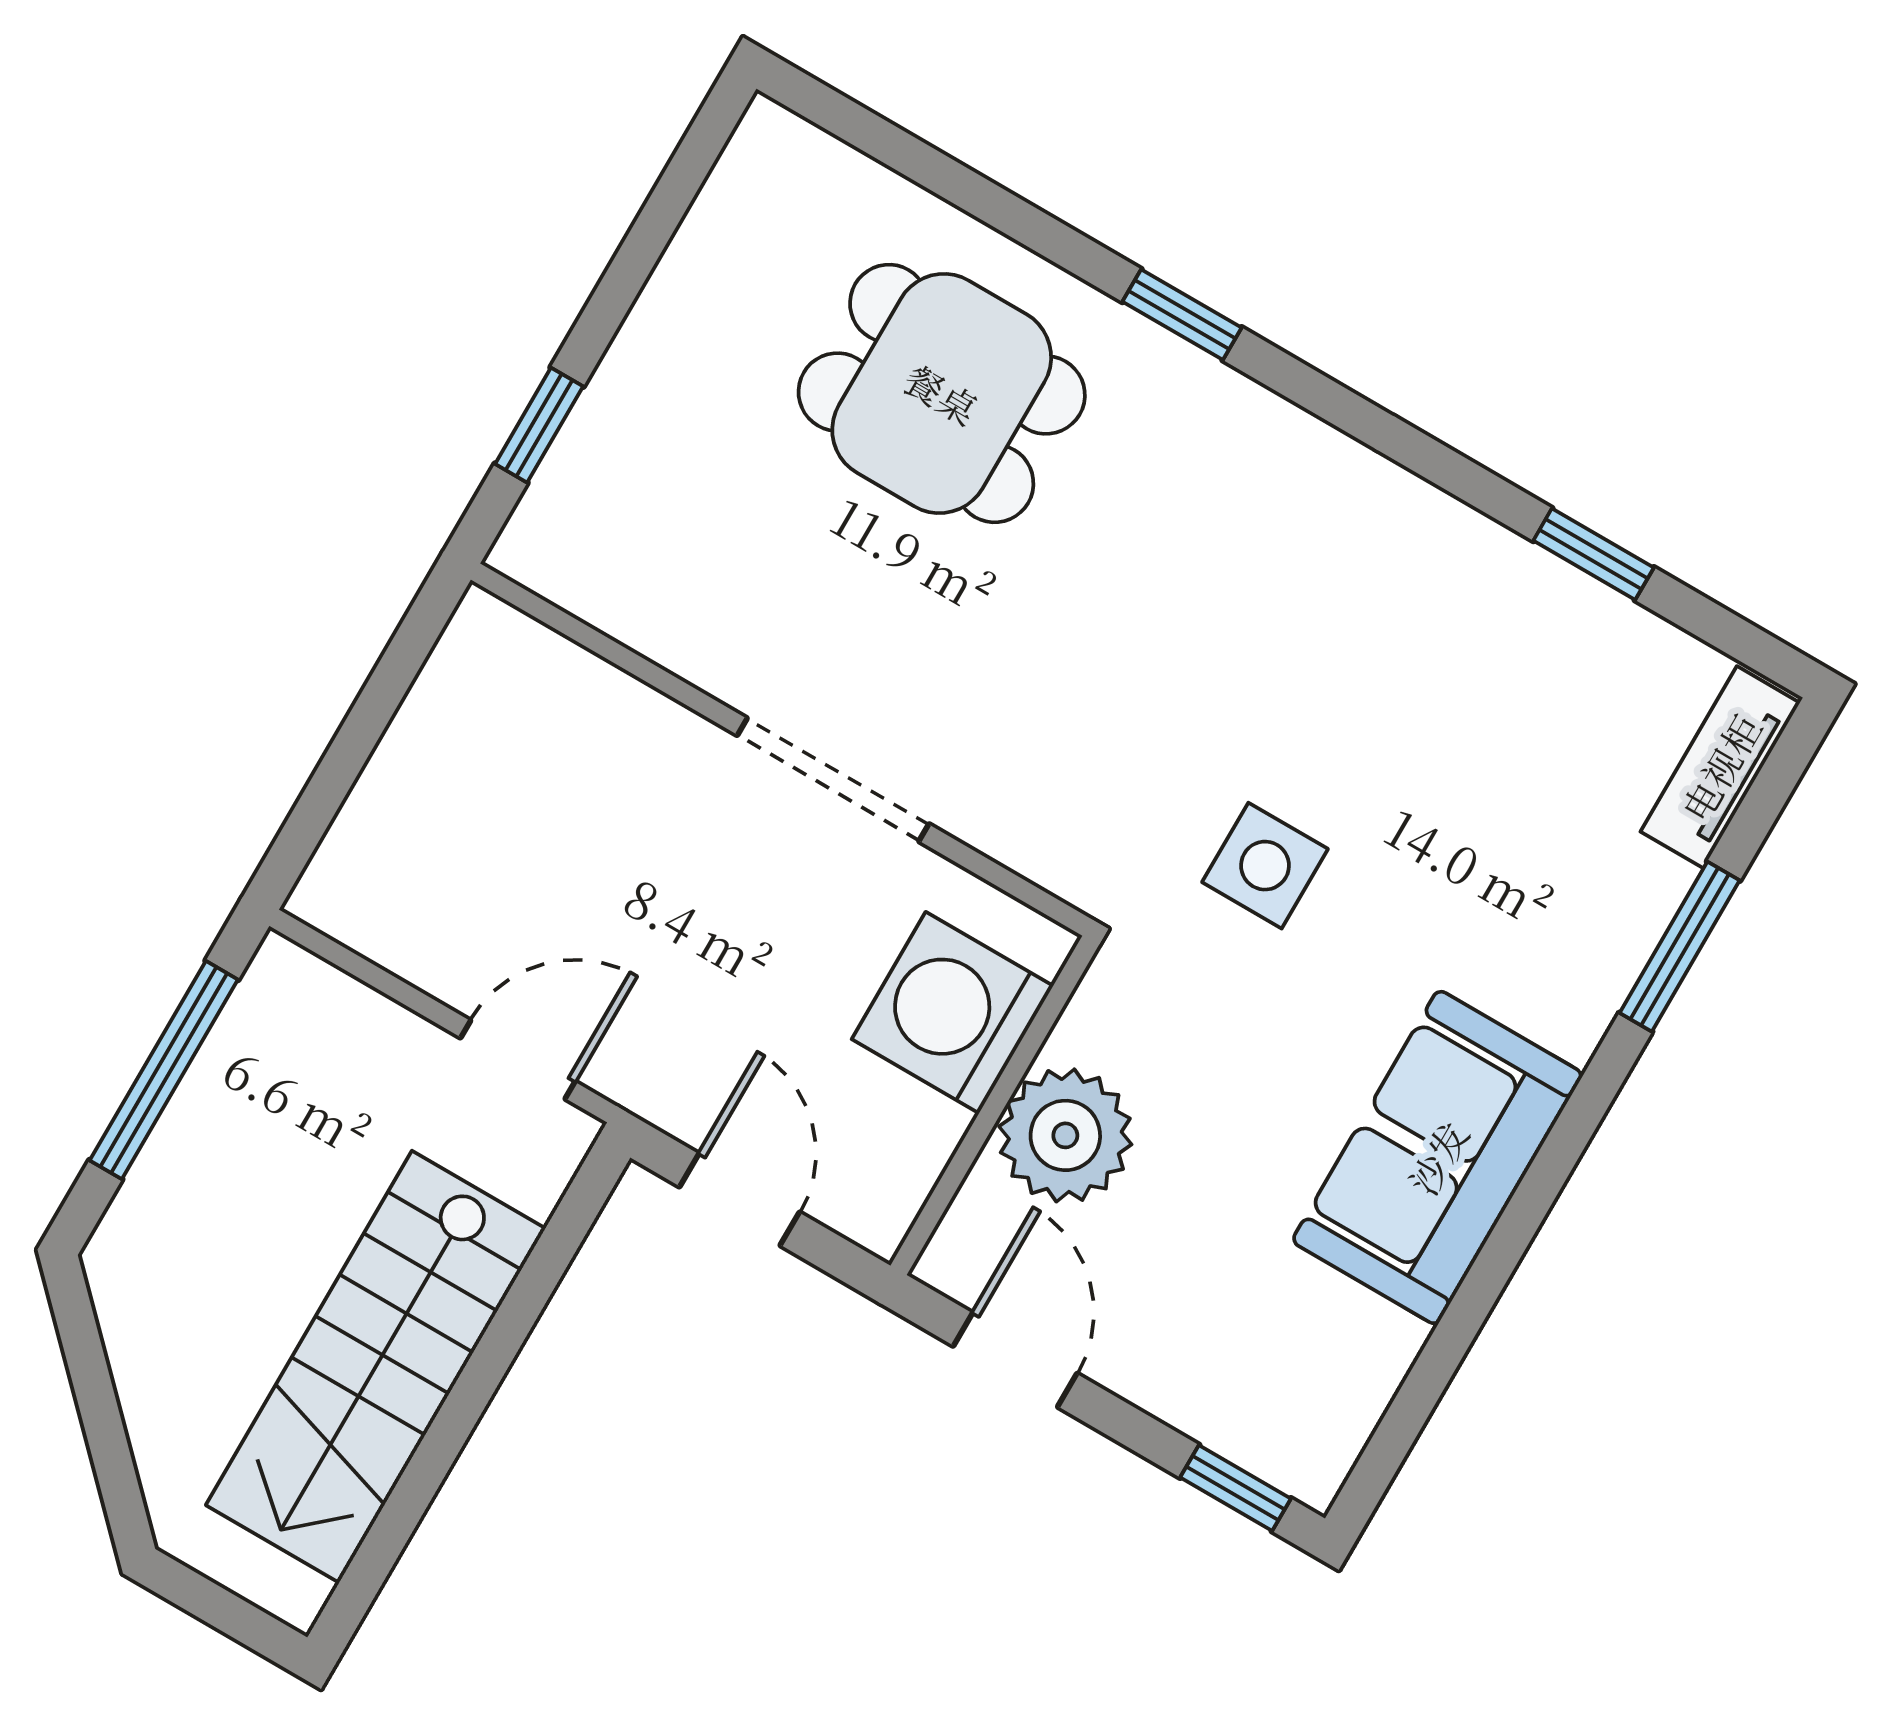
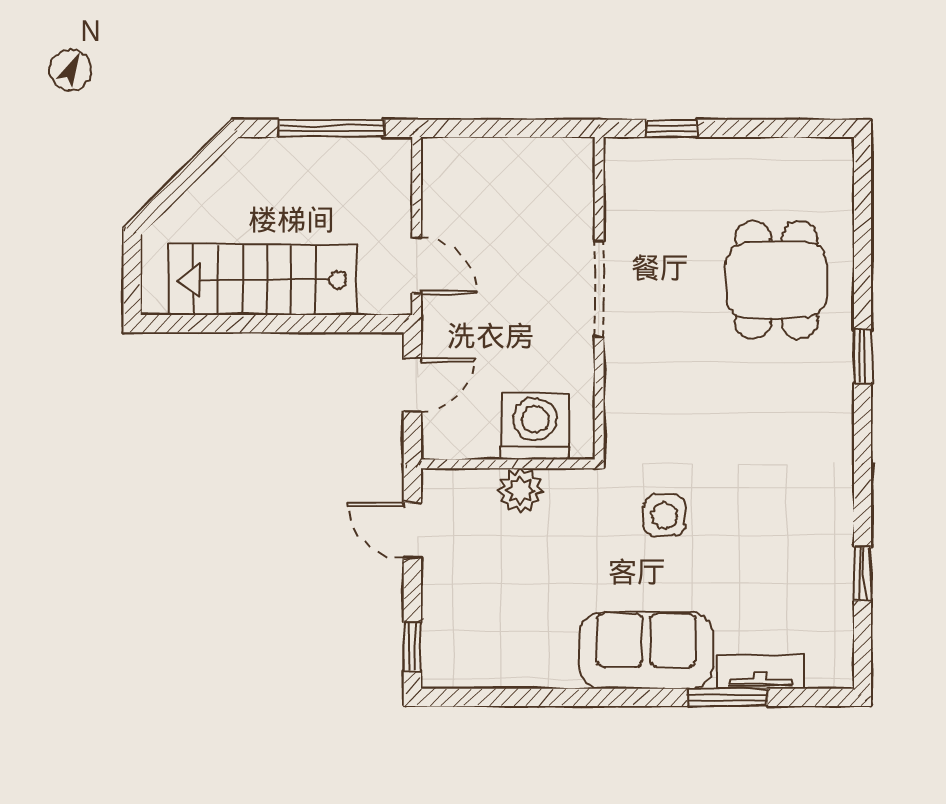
tv unit: (1720, 767) -> (760, 672), moved
doorway: (833, 780) -> (599, 289), moved
plant: (1065, 1135) -> (520, 490), width x0.73, depth x0.73
sofa: (1437, 1157) -> (646, 650), moved
door: (1015, 1360) -> (412, 530), swing flipped

